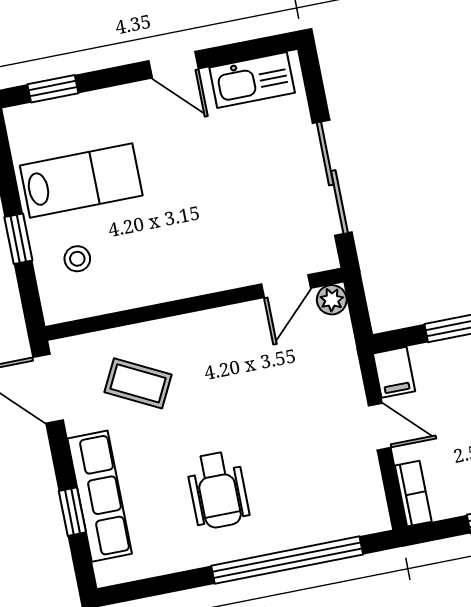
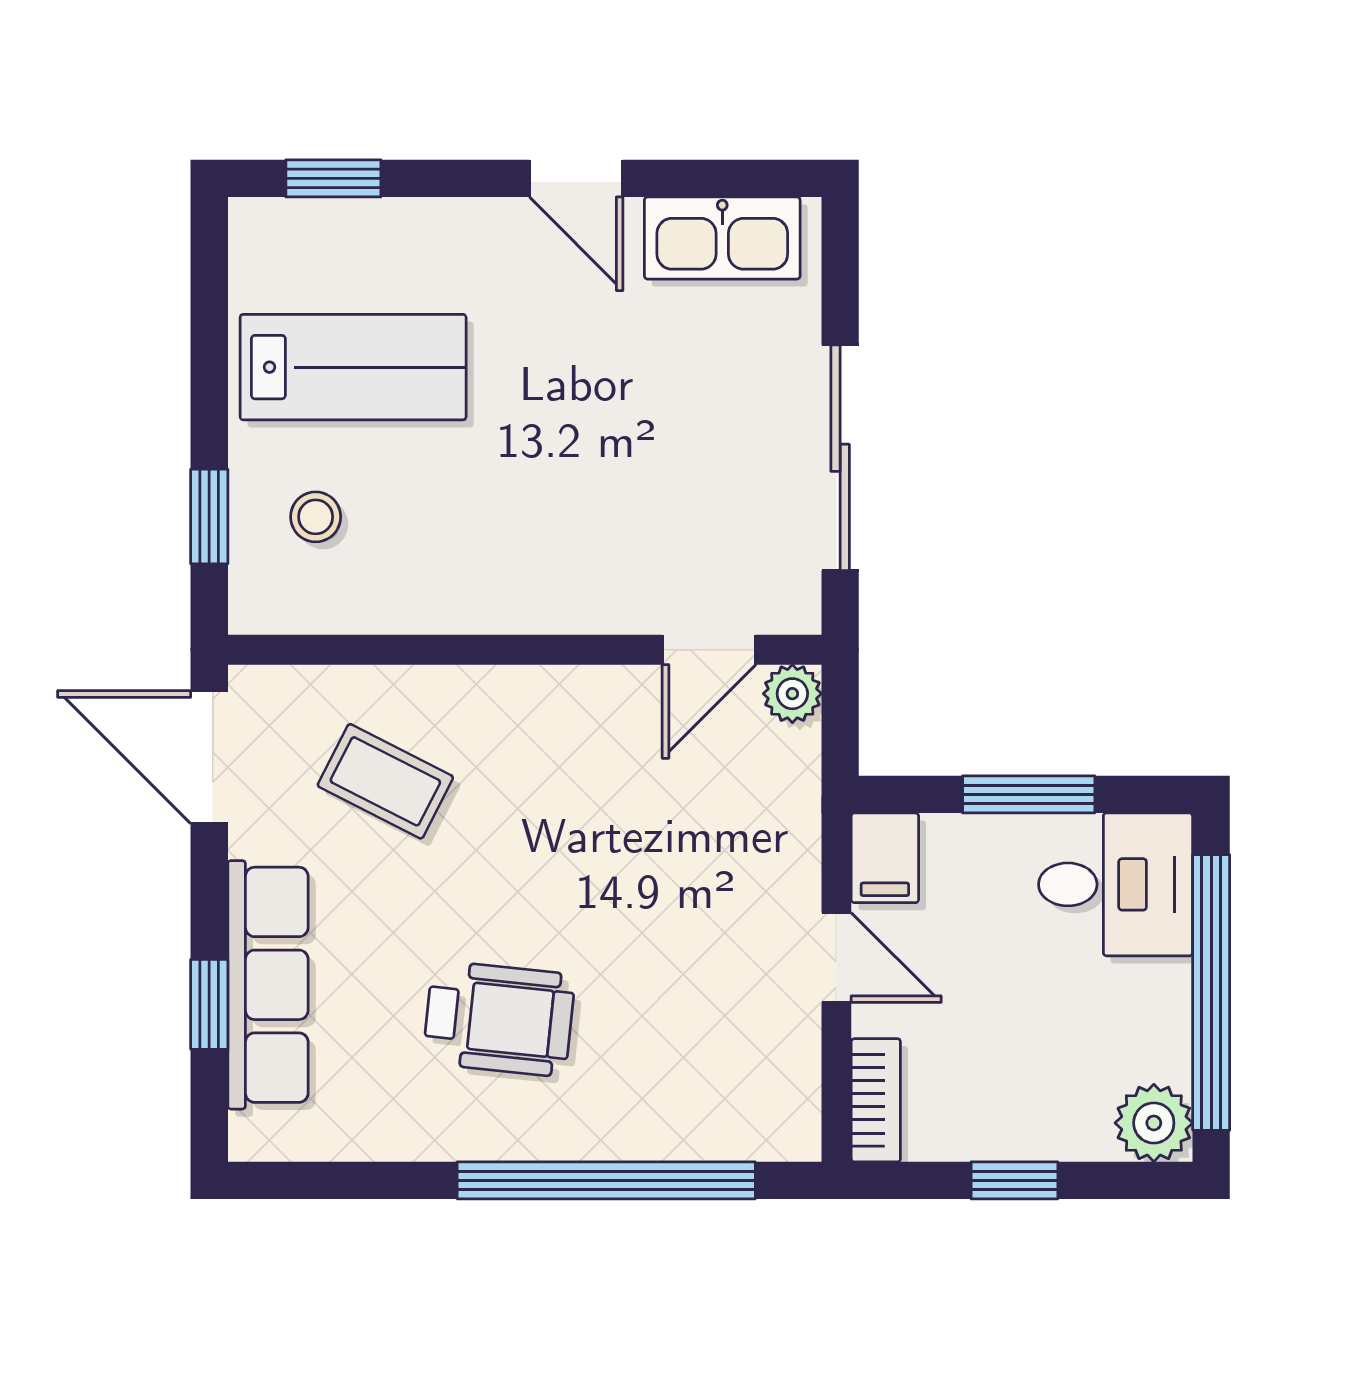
window: (18, 239) -> (209, 516), moved
wheelchair: (218, 490) -> (499, 1019), turned -84

